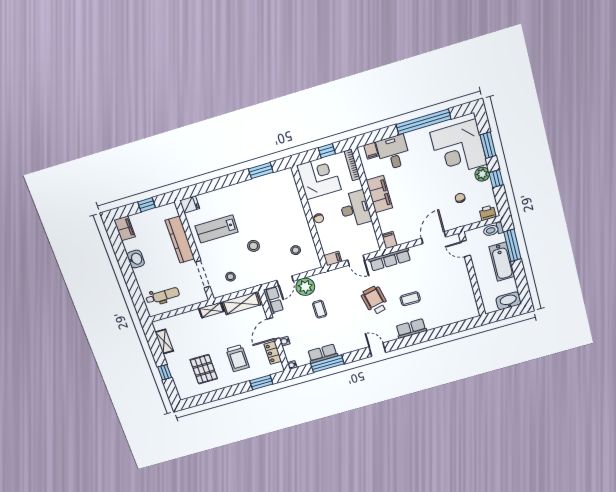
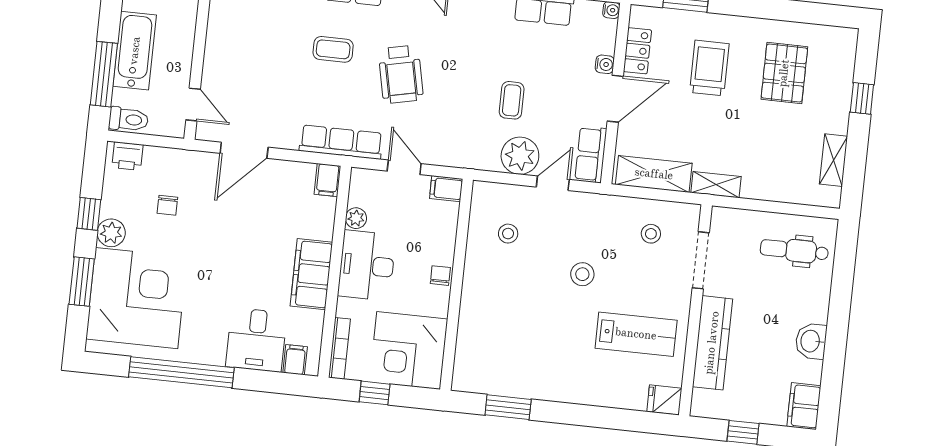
plant: (369, 228) -> (356, 218), added

